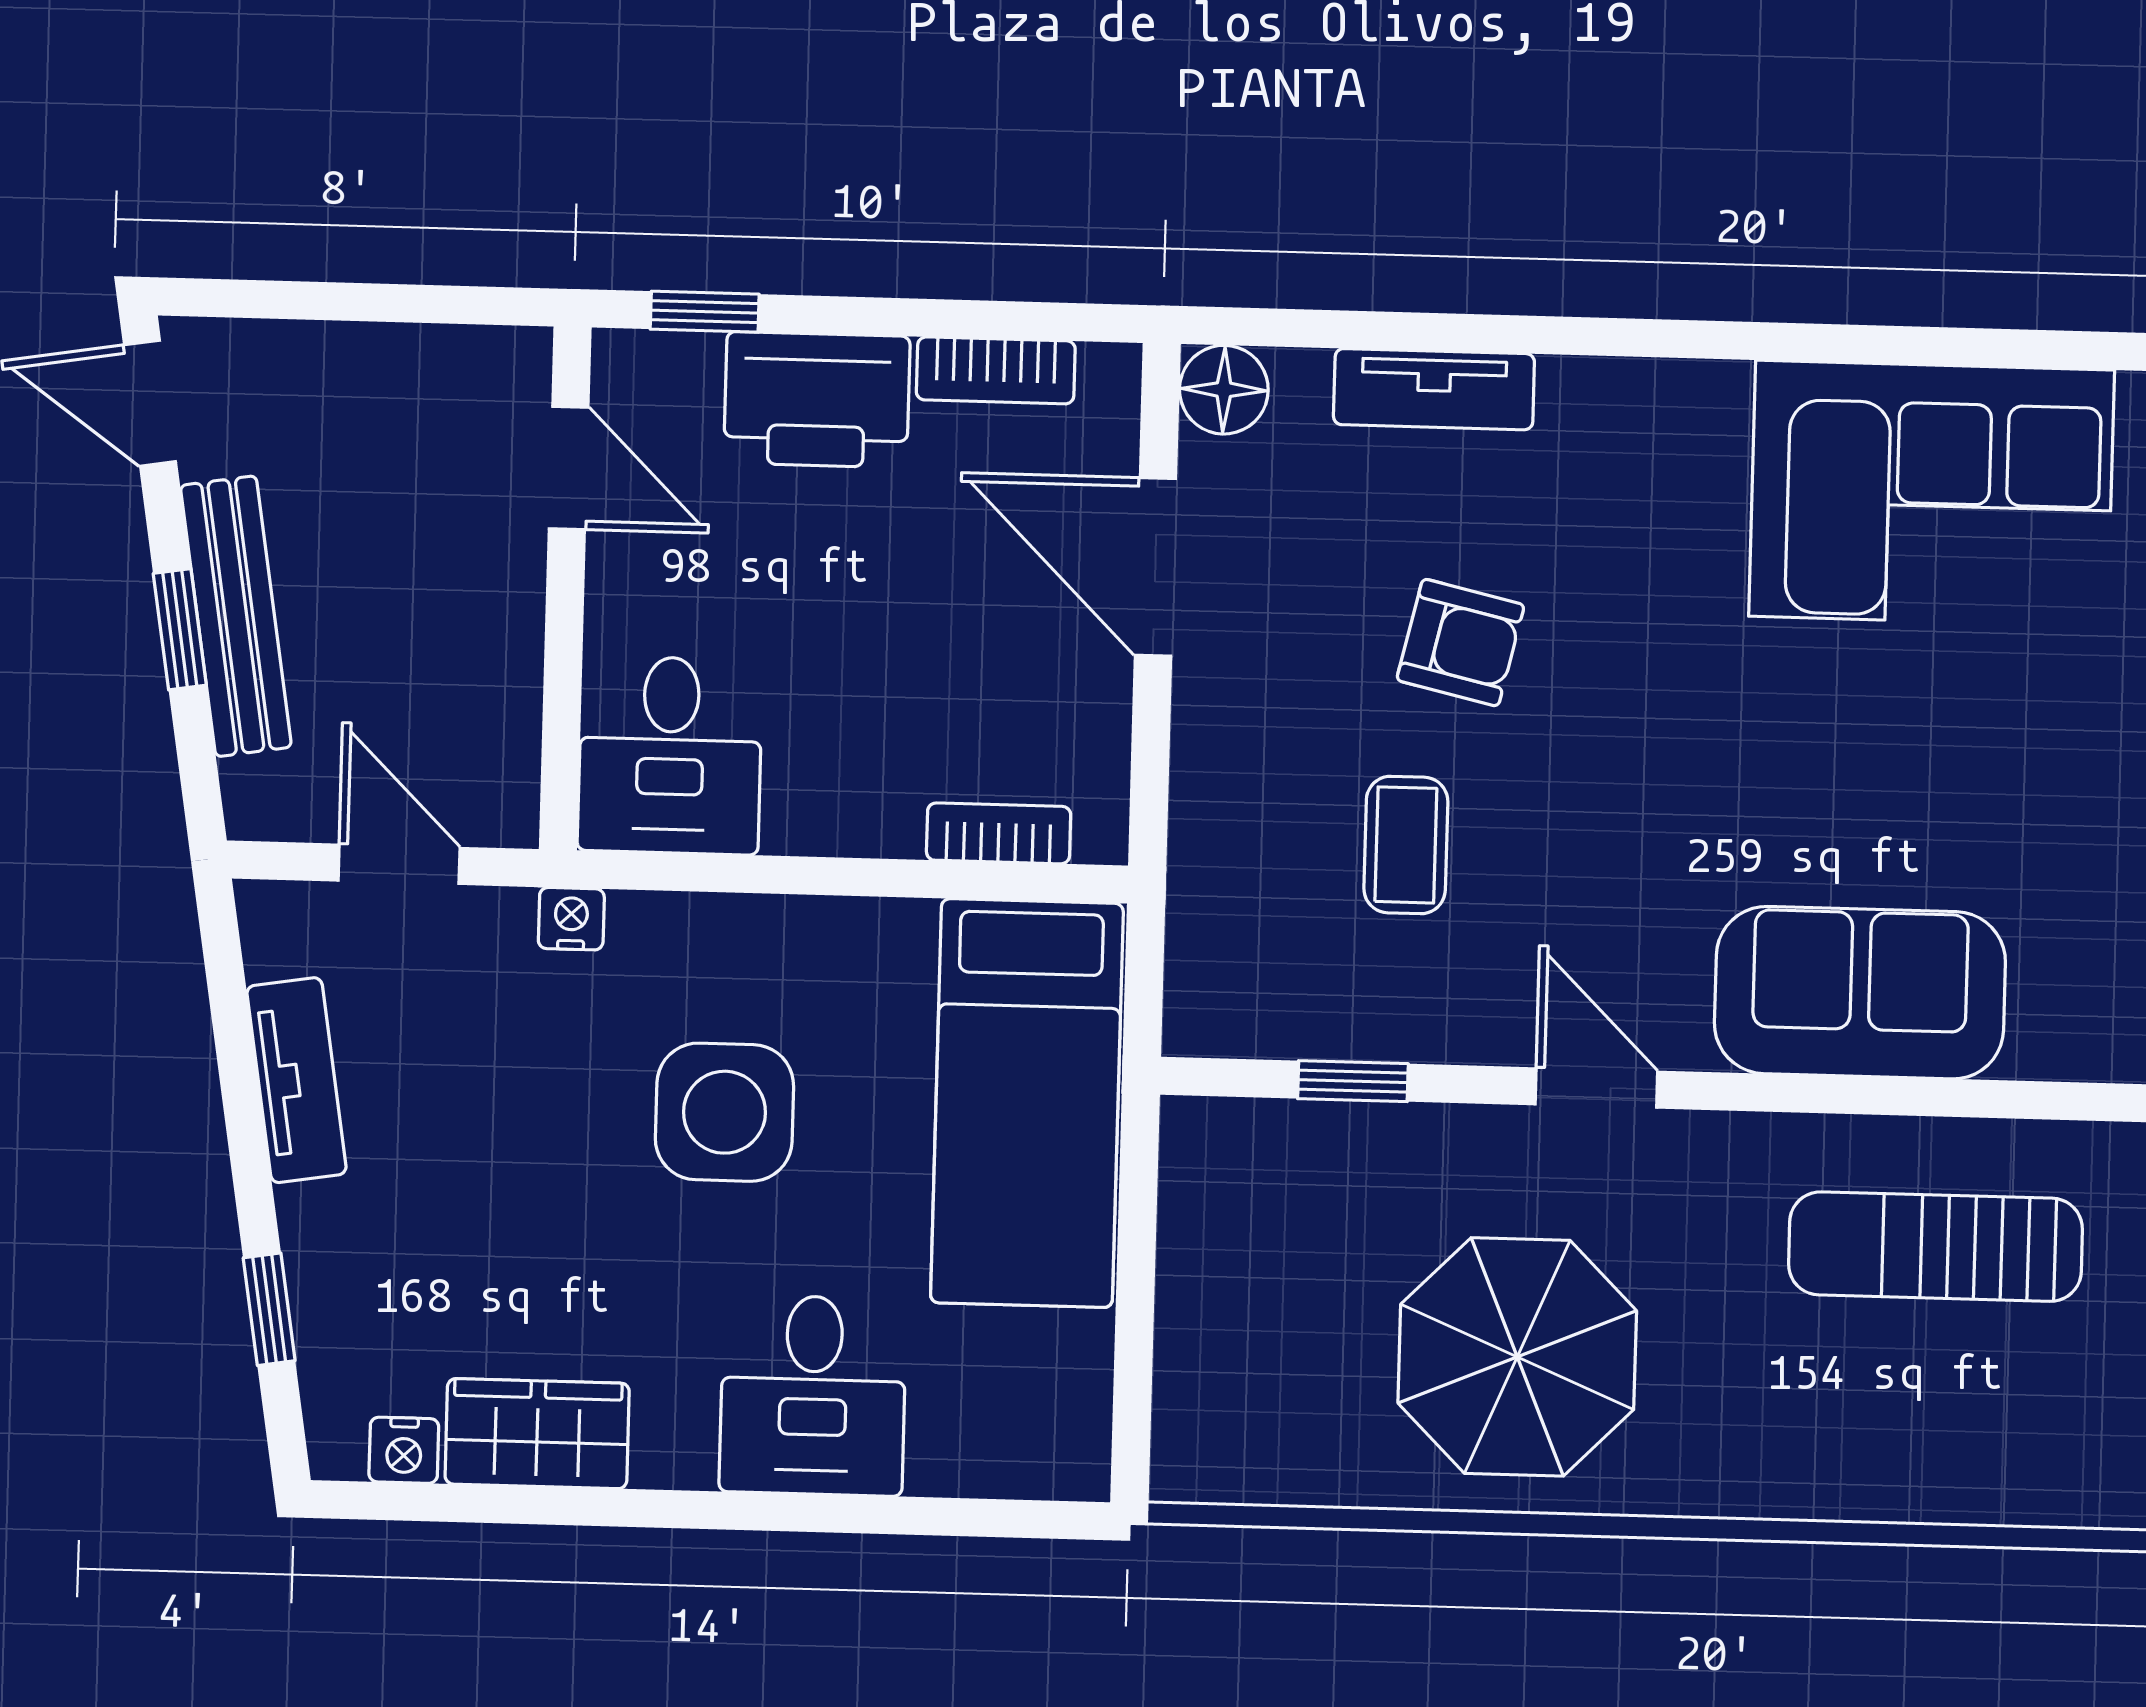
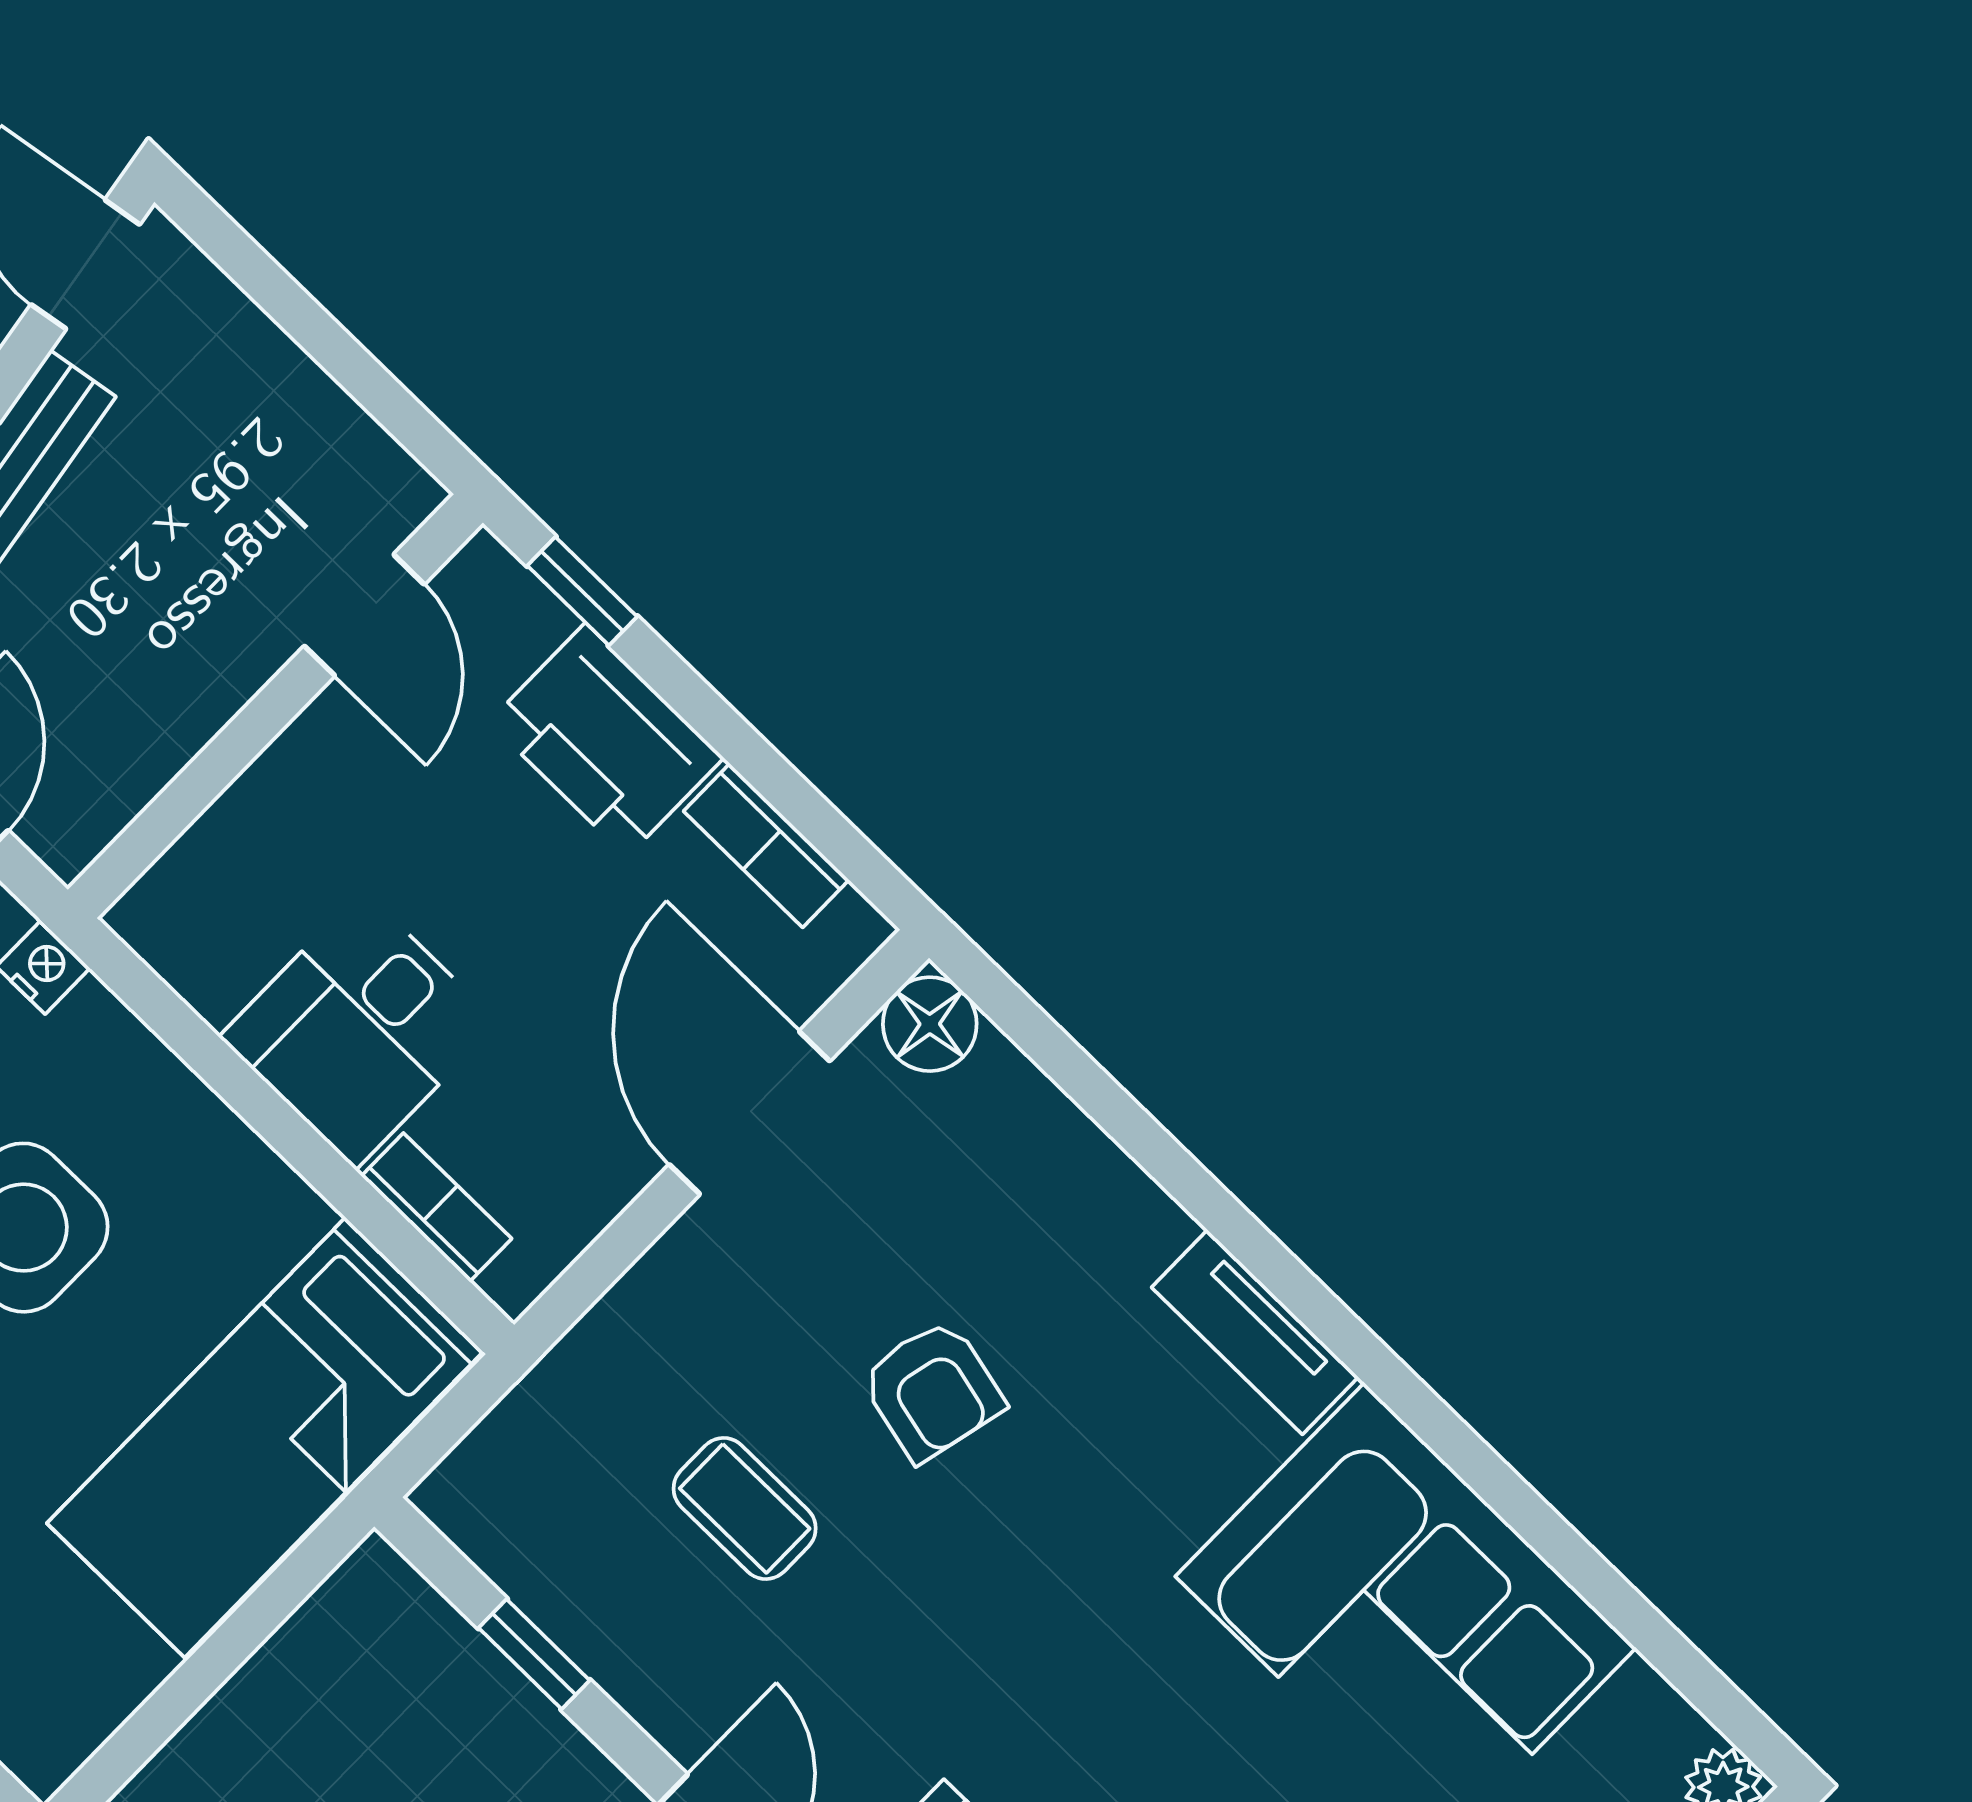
tv unit: (1434, 389) -> (1255, 1332), moved
desk: (670, 755) -> (359, 1030), moved
coffee table: (1406, 845) -> (745, 1508), turned 90

